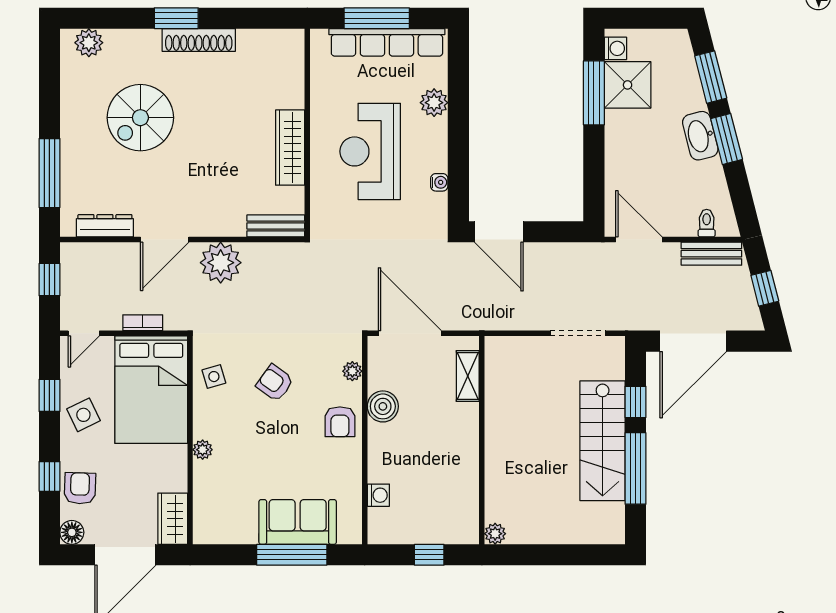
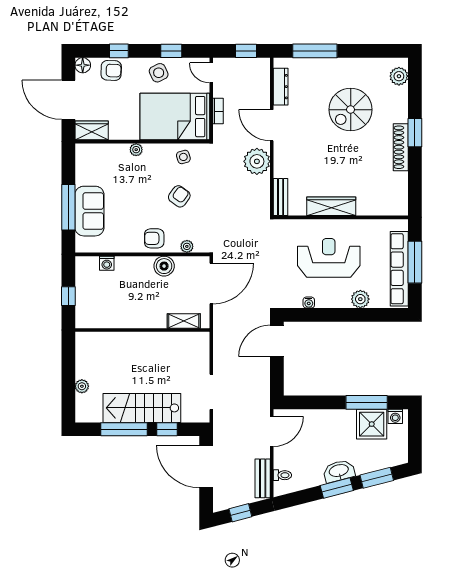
spiral stairs: (140, 118) -> (351, 110), turned -90
plant: (495, 534) -> (82, 386), moved

